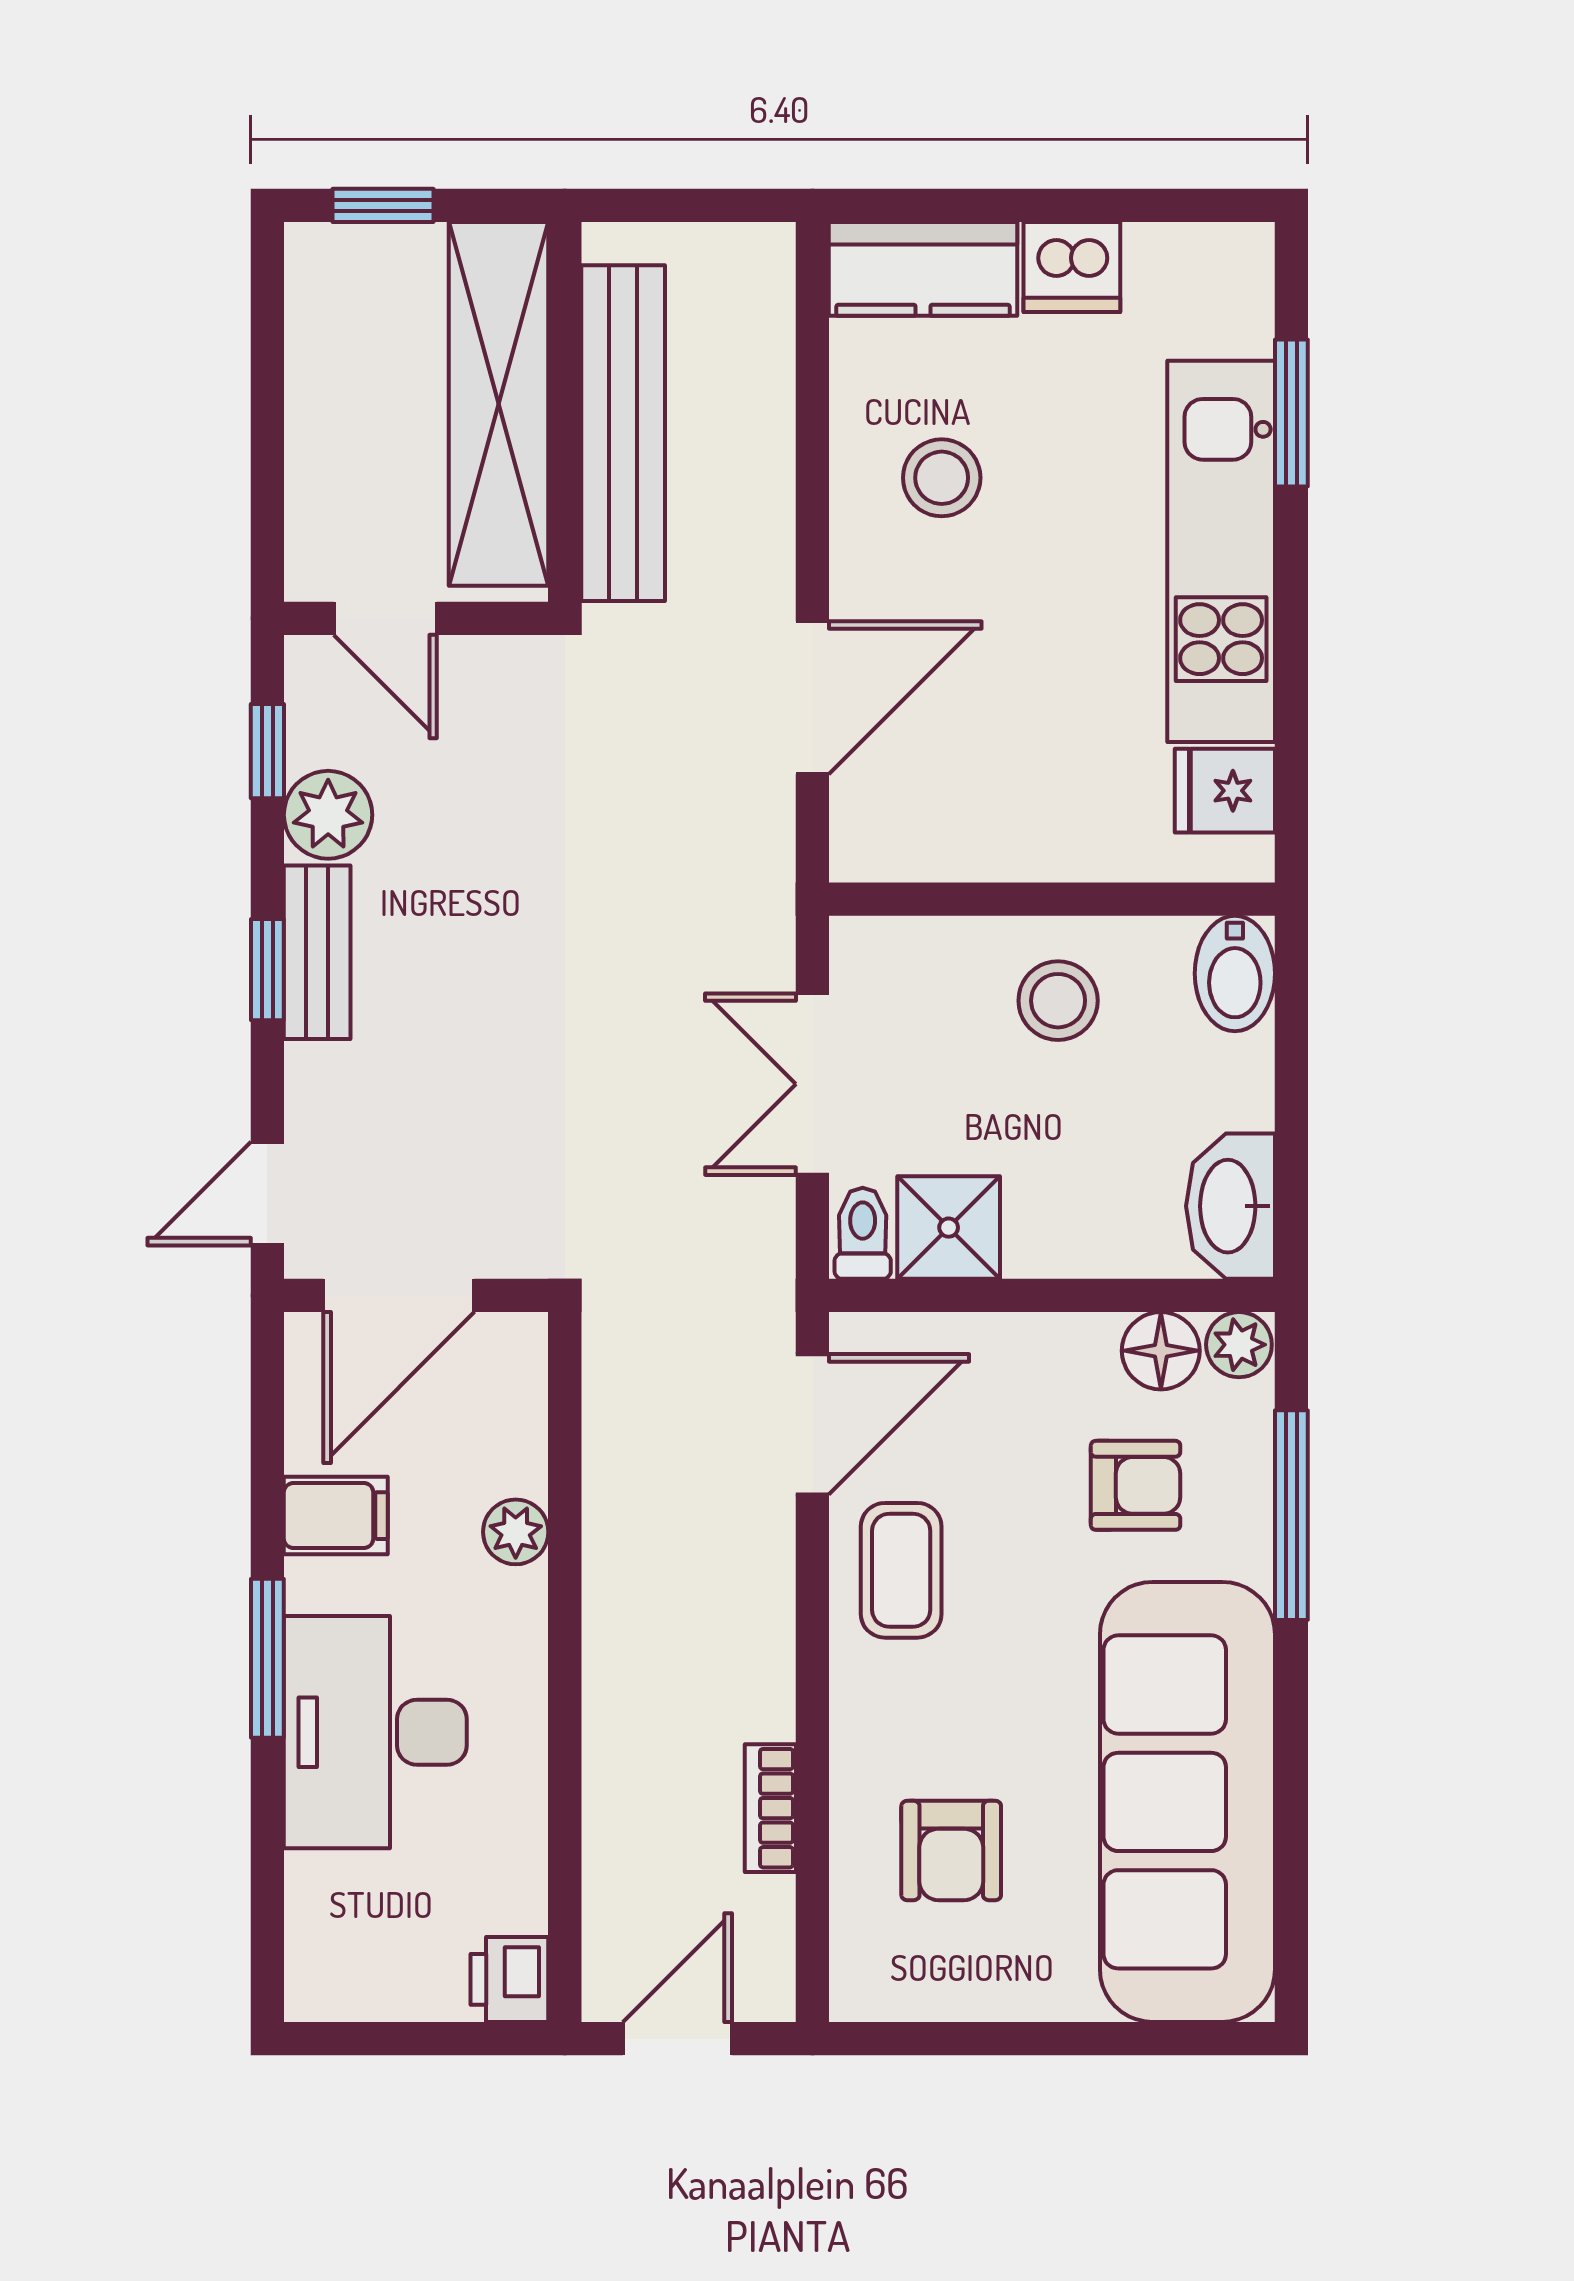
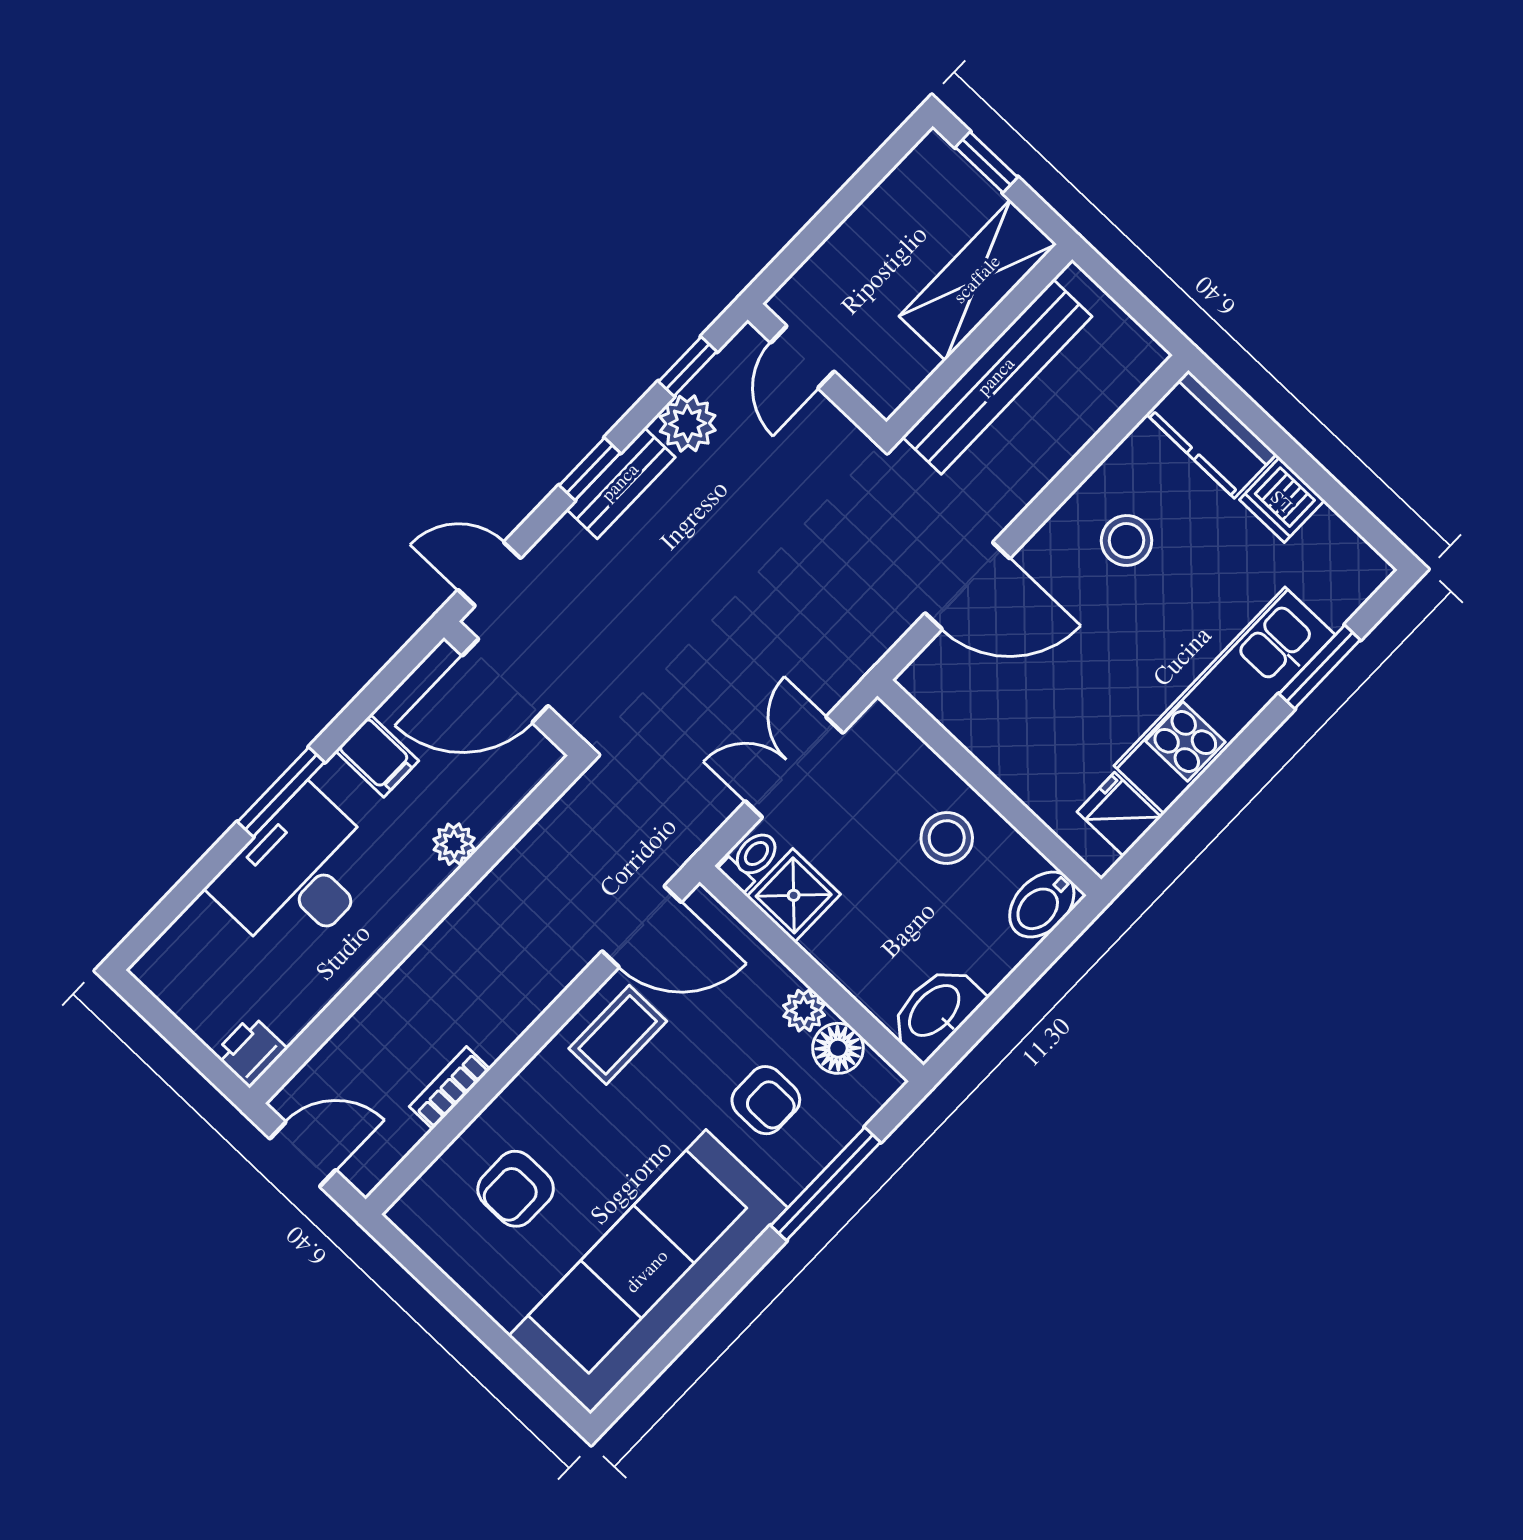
shelving: (499, 404) -> (978, 280), width x0.68
plant: (1239, 1345) -> (804, 1010), moved

